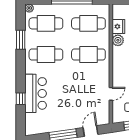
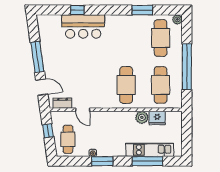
cafe table: (46, 55) -> (126, 38), removed
dresser: (105, 112) -> (62, 103), added

